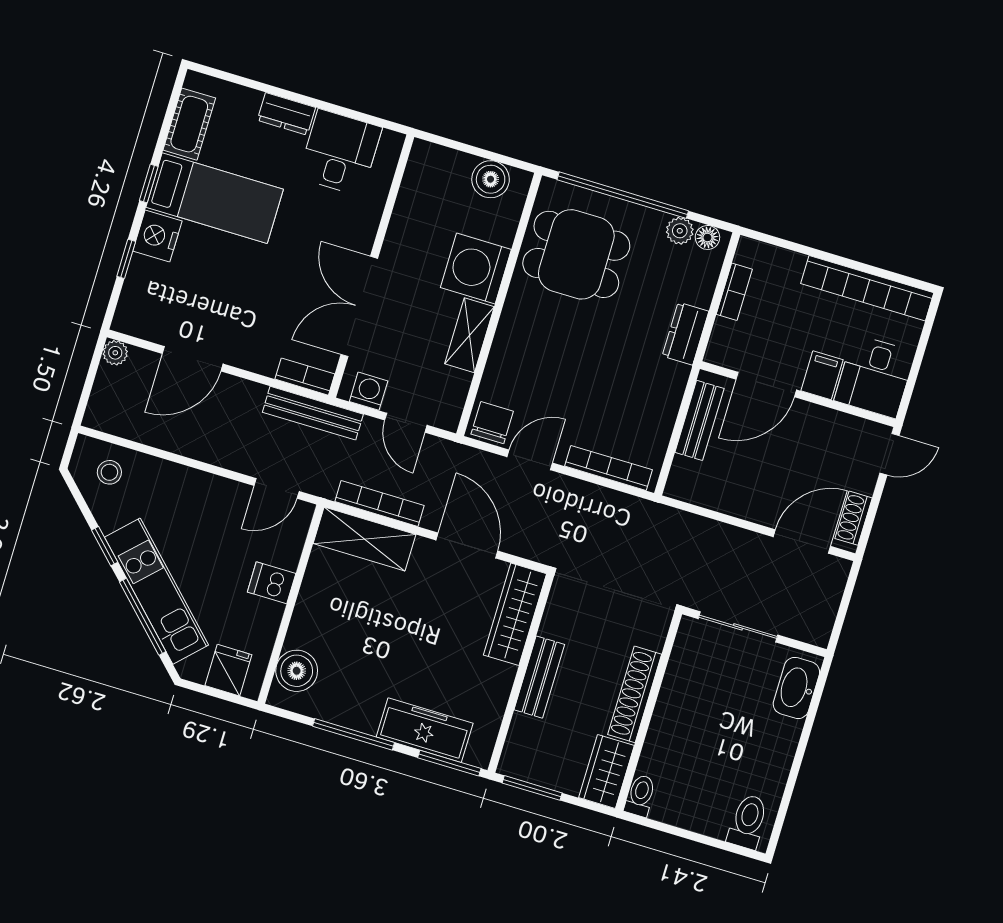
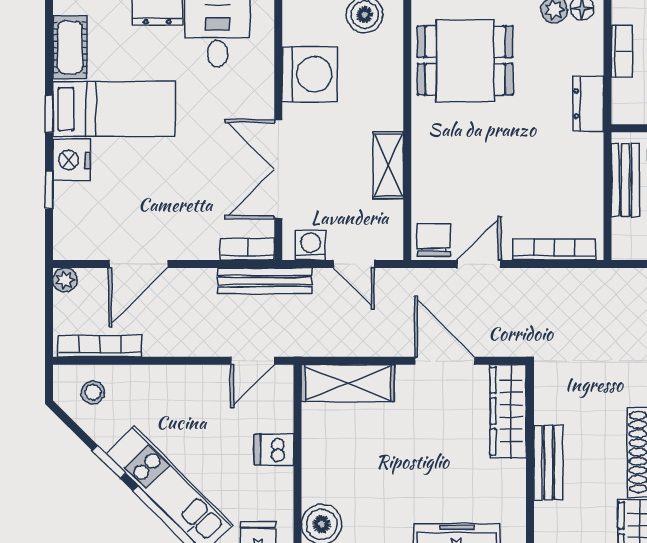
washing machine: (476, 269) -> (310, 74), moved, turned 180
bookcase: (380, 504) -> (100, 346), moved

